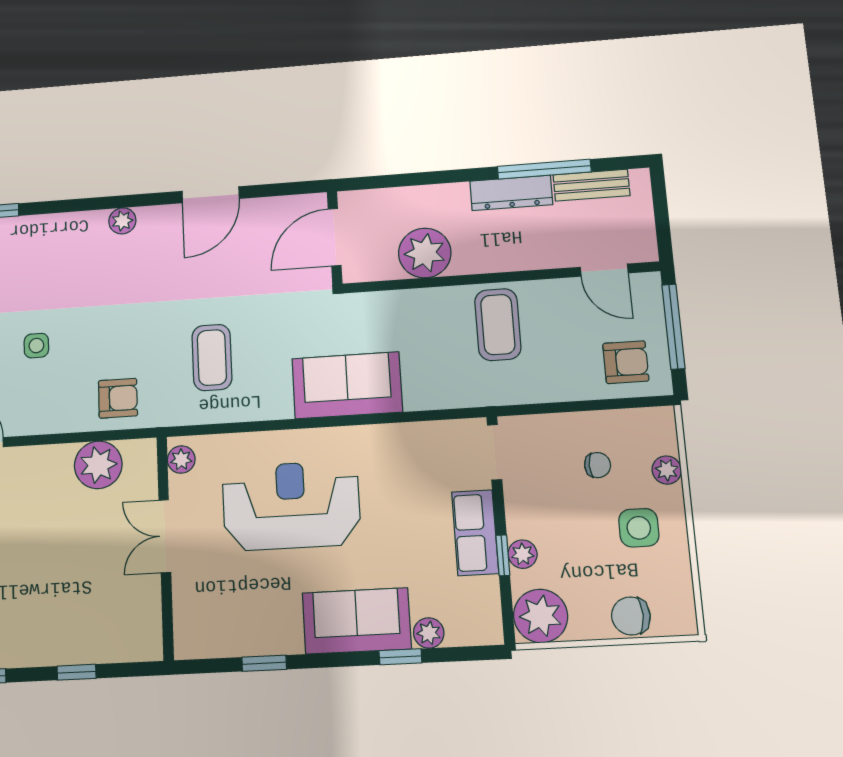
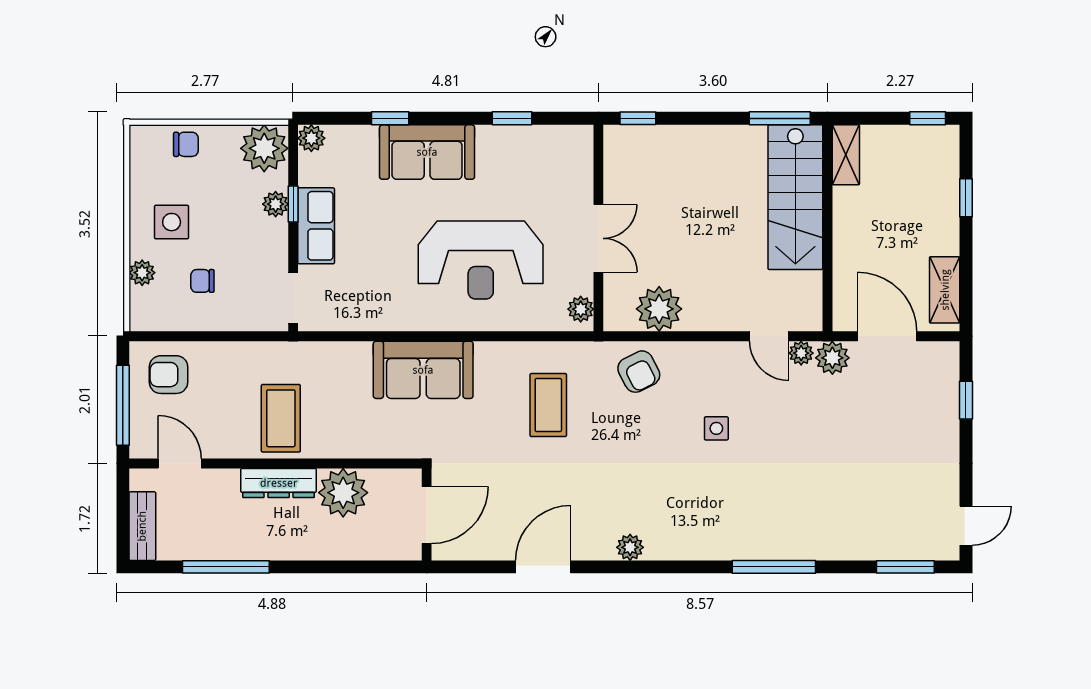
bench: (591, 185) -> (142, 526), moved, turned 90
dresser: (511, 193) -> (279, 483), moved, turned 180
armchair: (118, 398) -> (639, 372), turned -117
chair: (631, 616) -> (186, 144), width x0.73, depth x0.73
plant: (429, 633) -> (311, 138), moved
window: (77, 672) -> (638, 118), moved

